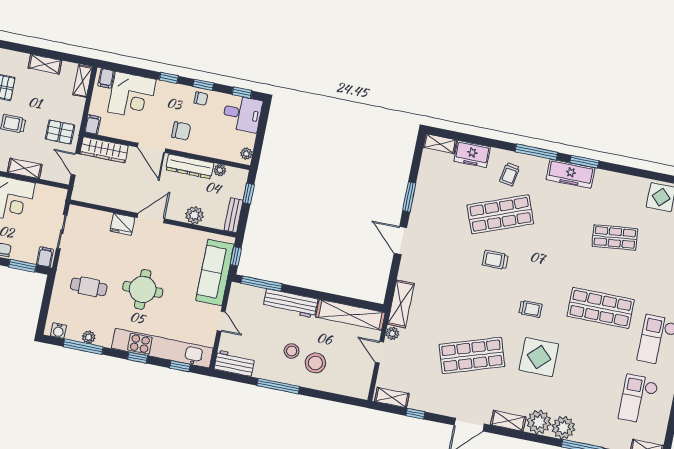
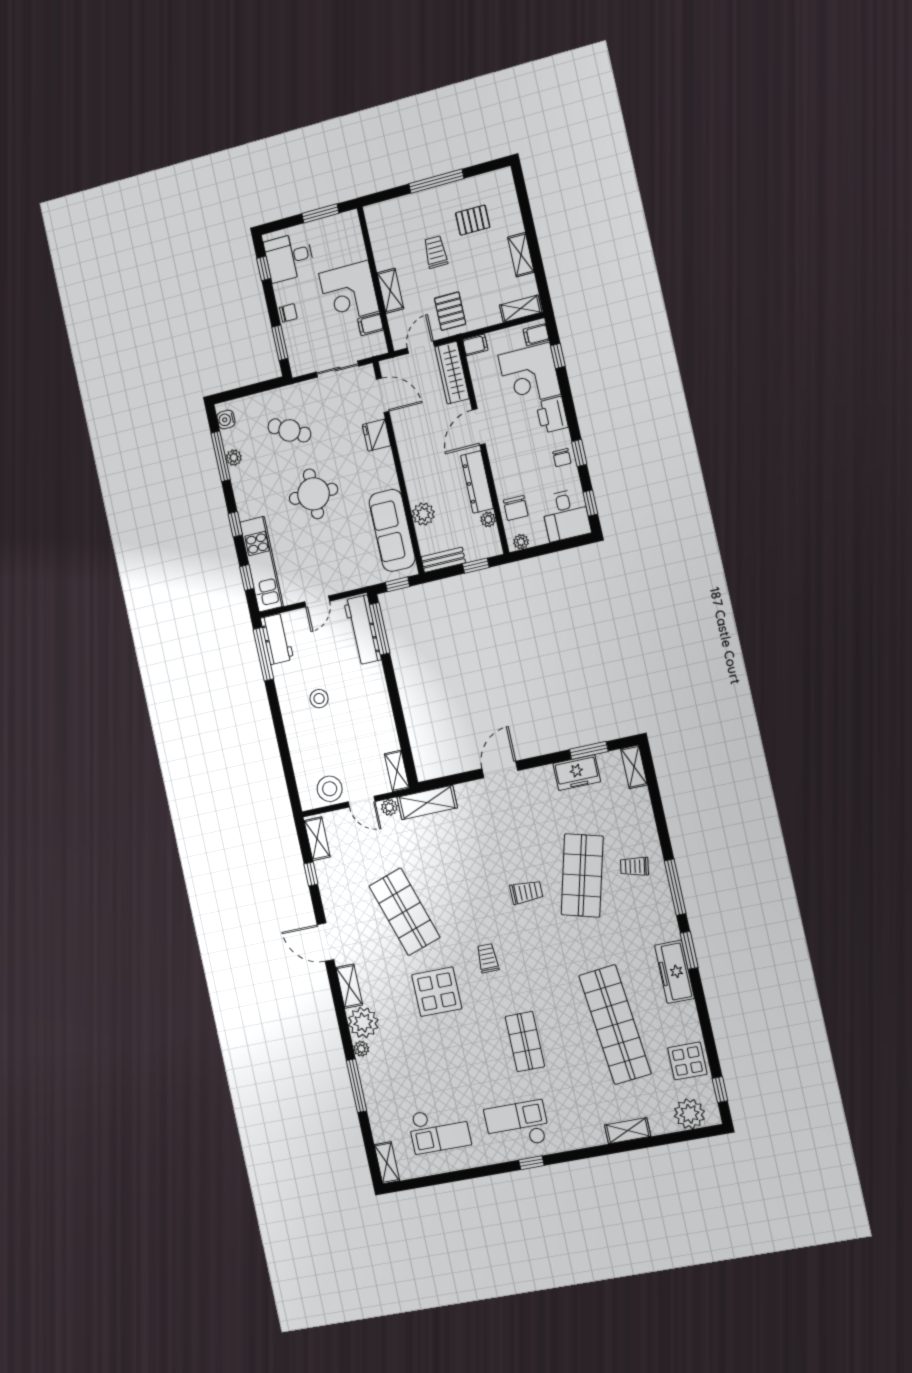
window: (169, 78) -> (558, 356), moved
printer: (168, 92) -> (552, 415), added
chair: (181, 131) -> (516, 508), moved
freezer: (472, 154) -> (577, 773), moved, turned -90
freezer: (571, 174) -> (675, 972), moved
window: (409, 197) -> (589, 750), moved
shop shelf: (500, 214) -> (582, 875), turned 36
door: (151, 218) -> (383, 395), moved
shop shelf: (615, 237) -> (615, 1025), width x2.00, depth x1.36
filing cabinet: (45, 257) -> (370, 324), moved, turned 180
trolley: (495, 260) -> (526, 892), turned 90
sofa: (215, 272) -> (392, 530), moved, turned -90
cafe table: (89, 287) -> (289, 430), turned -61
workbench: (290, 303) -> (362, 630), moved
shop shelf: (601, 308) -> (525, 1042), width x0.70, depth x0.74
trolley: (530, 309) -> (488, 958), turned 180
shelving: (350, 315) -> (397, 771), width x0.45, depth x0.75
kitchen unit: (162, 348) -> (262, 564), width x0.73
door: (379, 352) -> (362, 802), swing flipped
stool: (315, 363) -> (330, 789), moved
window: (278, 386) -> (263, 654), moved
checkout: (638, 399) -> (439, 1130), turned 180
plant: (563, 428) -> (361, 1049), width x0.53, depth x0.53

